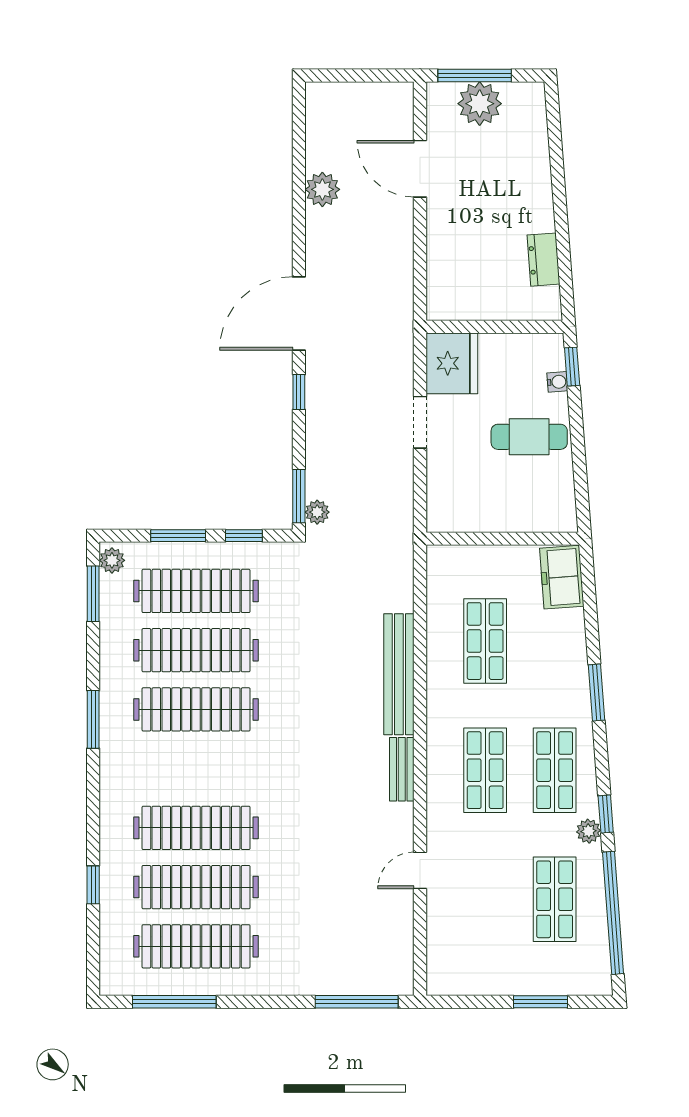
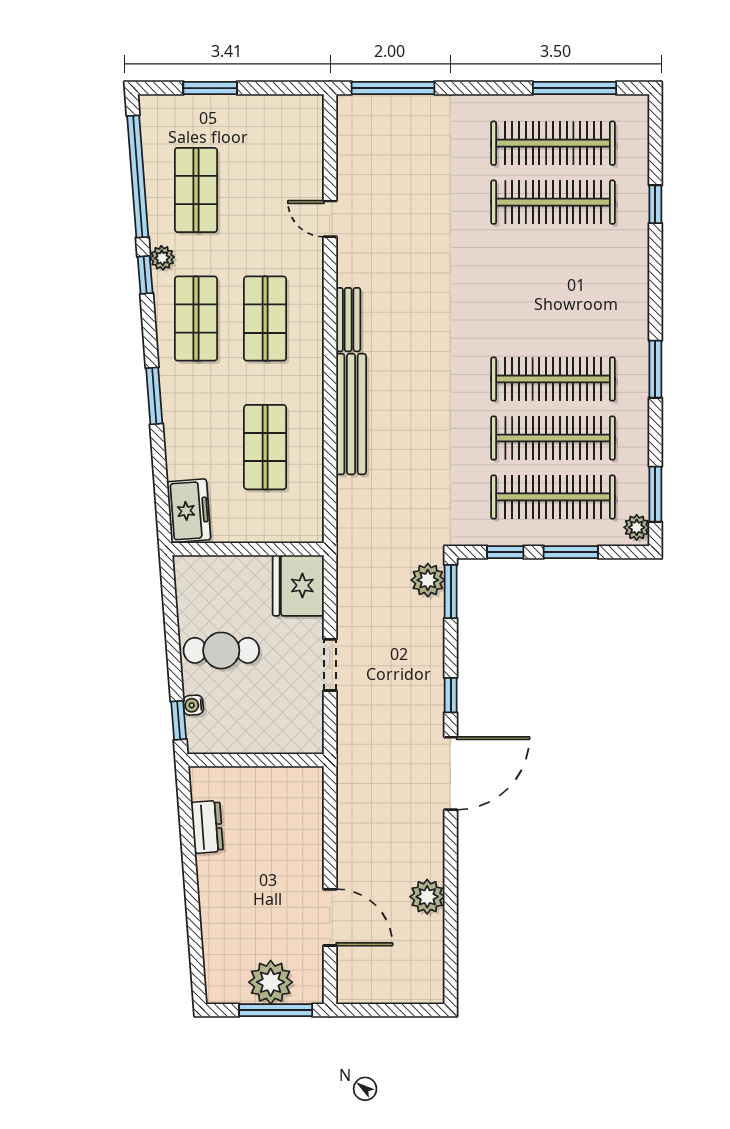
fridge: (452, 363) -> (298, 585), moved
plant: (317, 512) -> (428, 580), width x1.38, depth x1.38
clothes rail: (196, 828) -> (553, 261), removed
door: (420, 870) -> (330, 219), swing flipped

